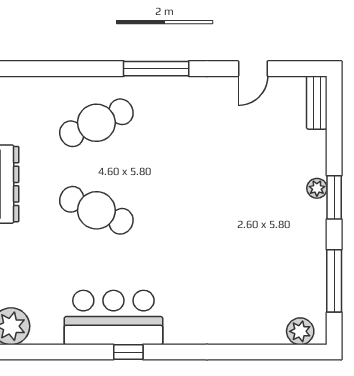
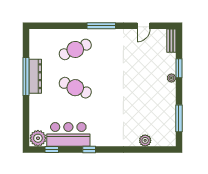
window: (334, 197) -> (179, 68), moved
bar counter: (113, 318) -> (68, 134), moved
plant: (300, 331) -> (145, 140), moved
window: (43, 352) -> (52, 149), added

